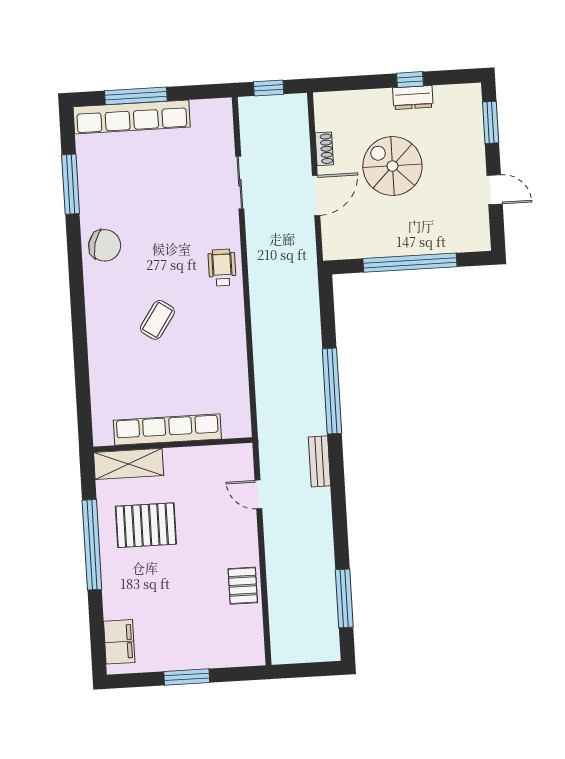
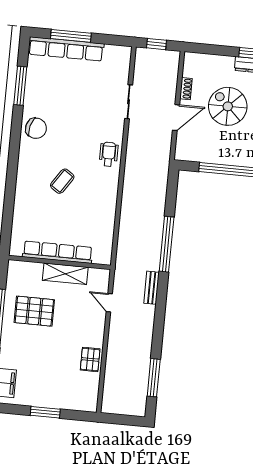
shelving: (129, 464) -> (65, 274), moved

